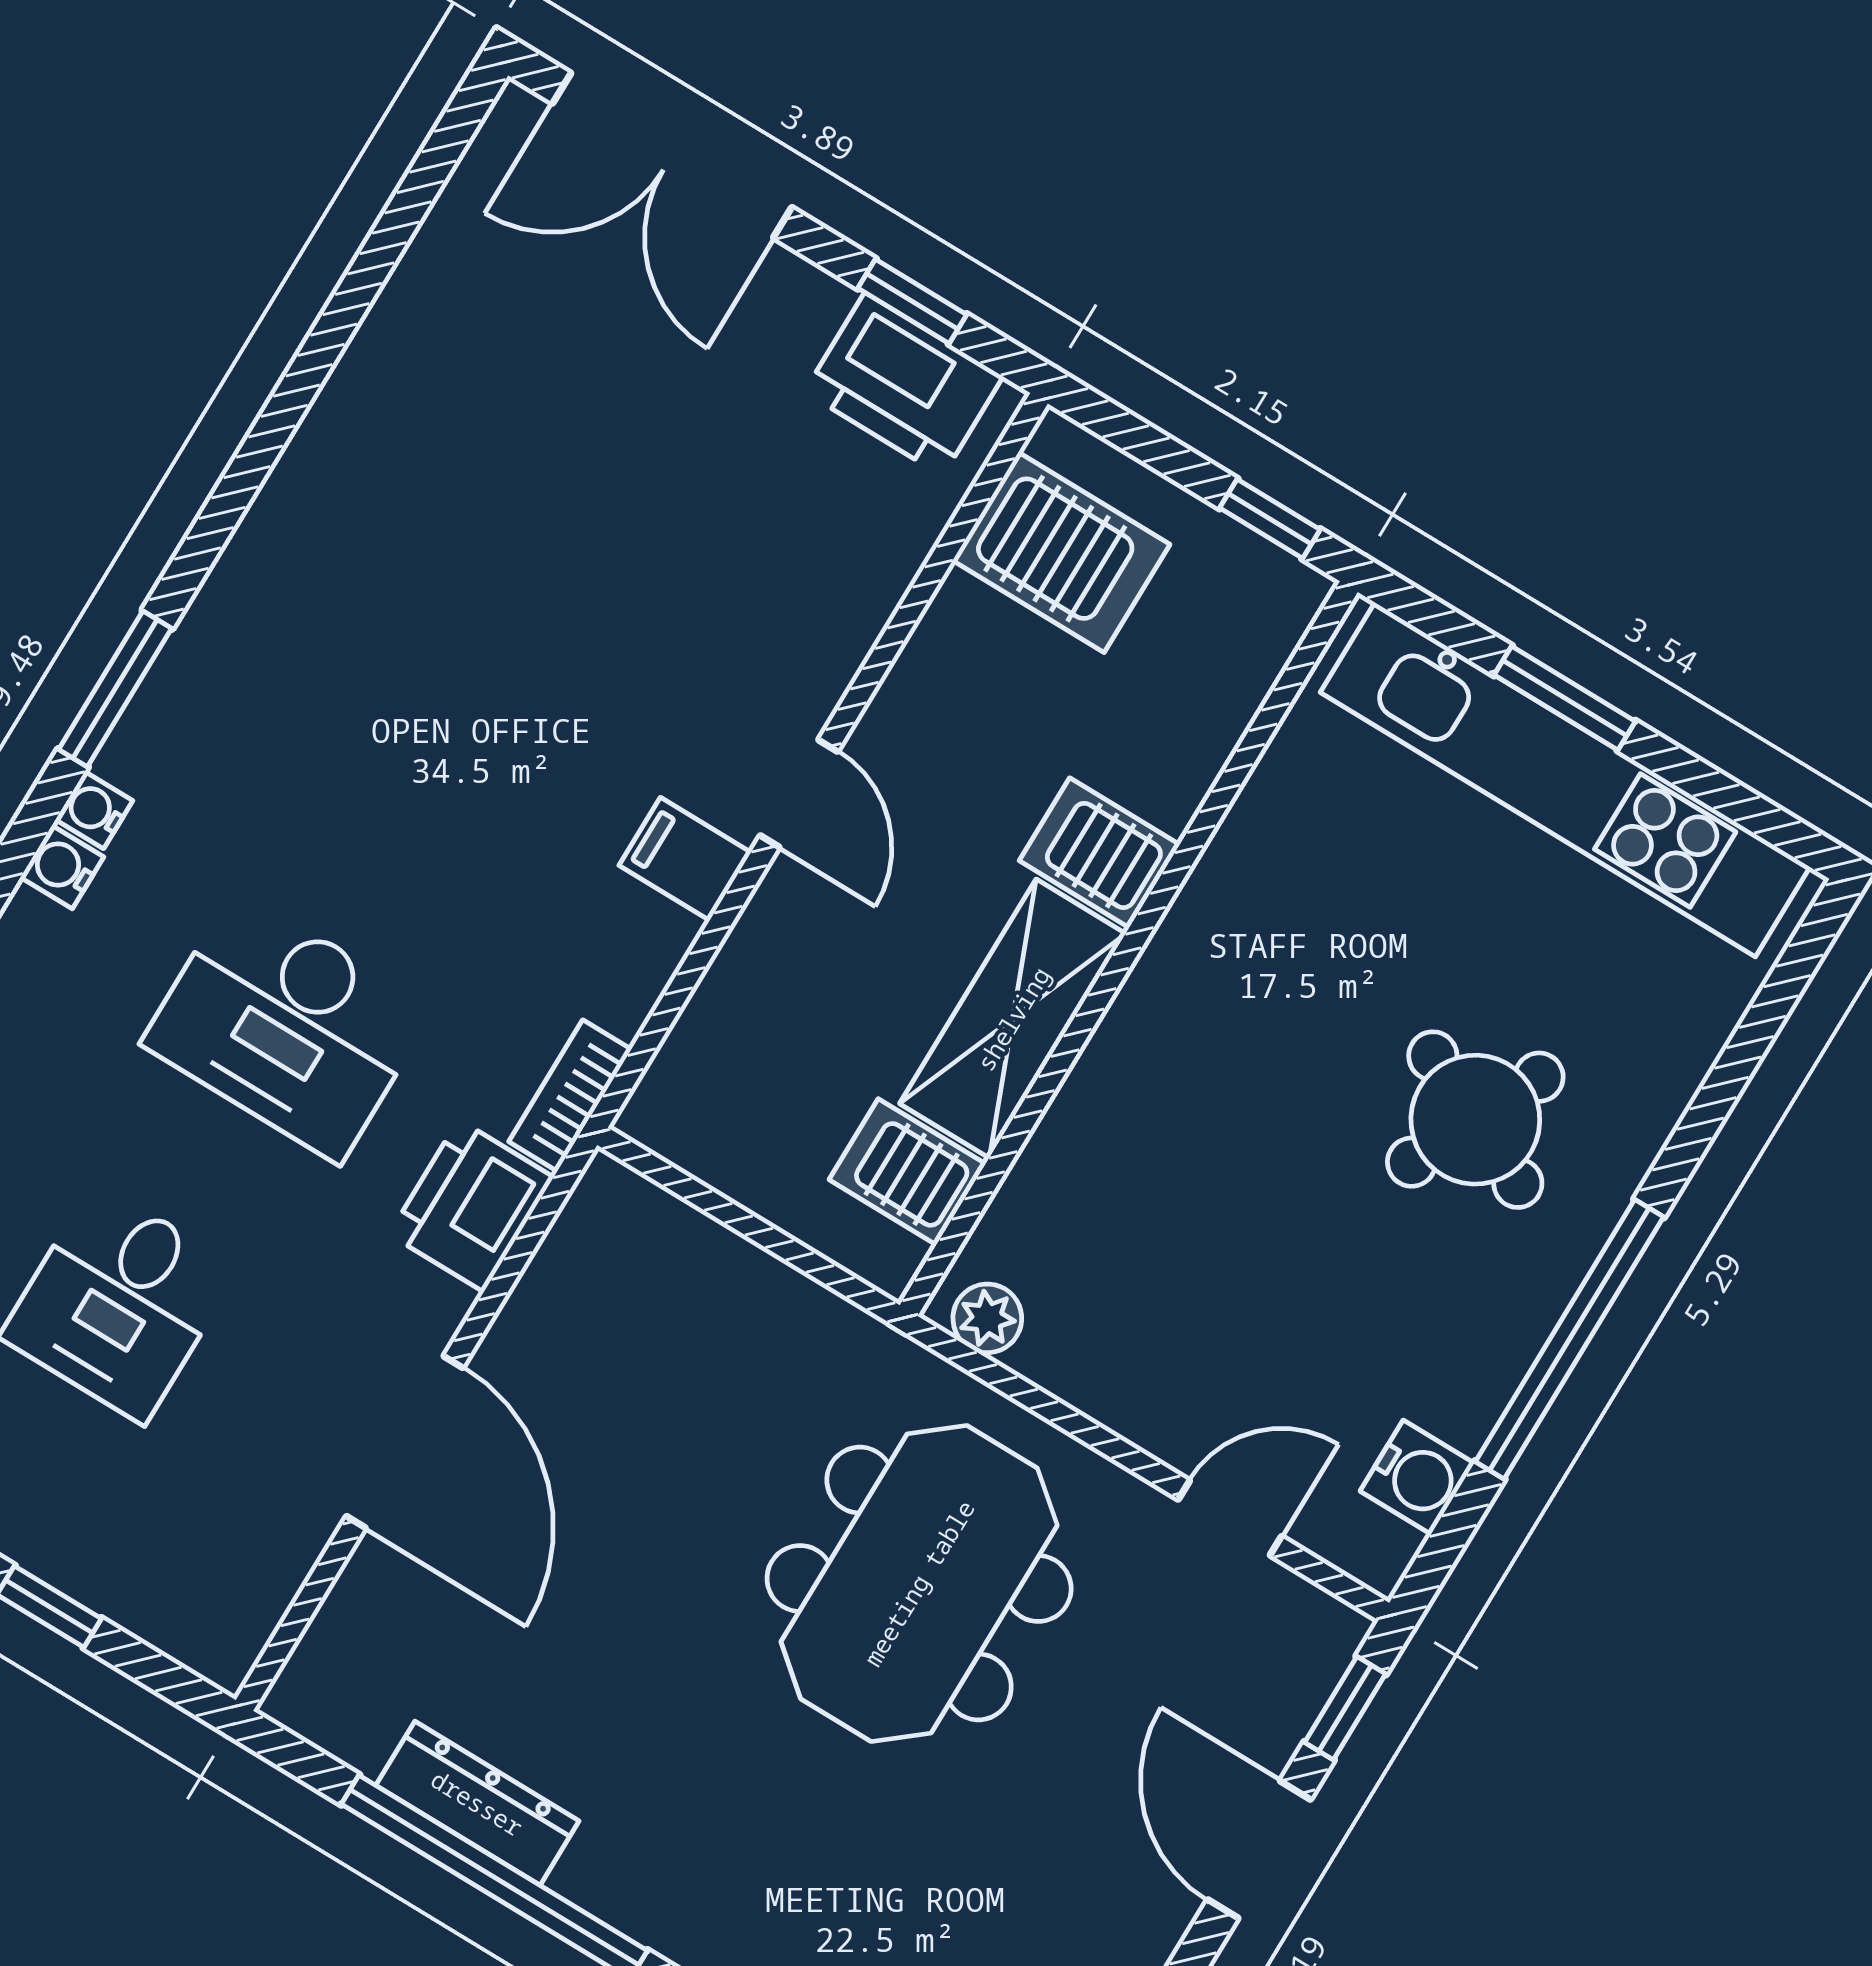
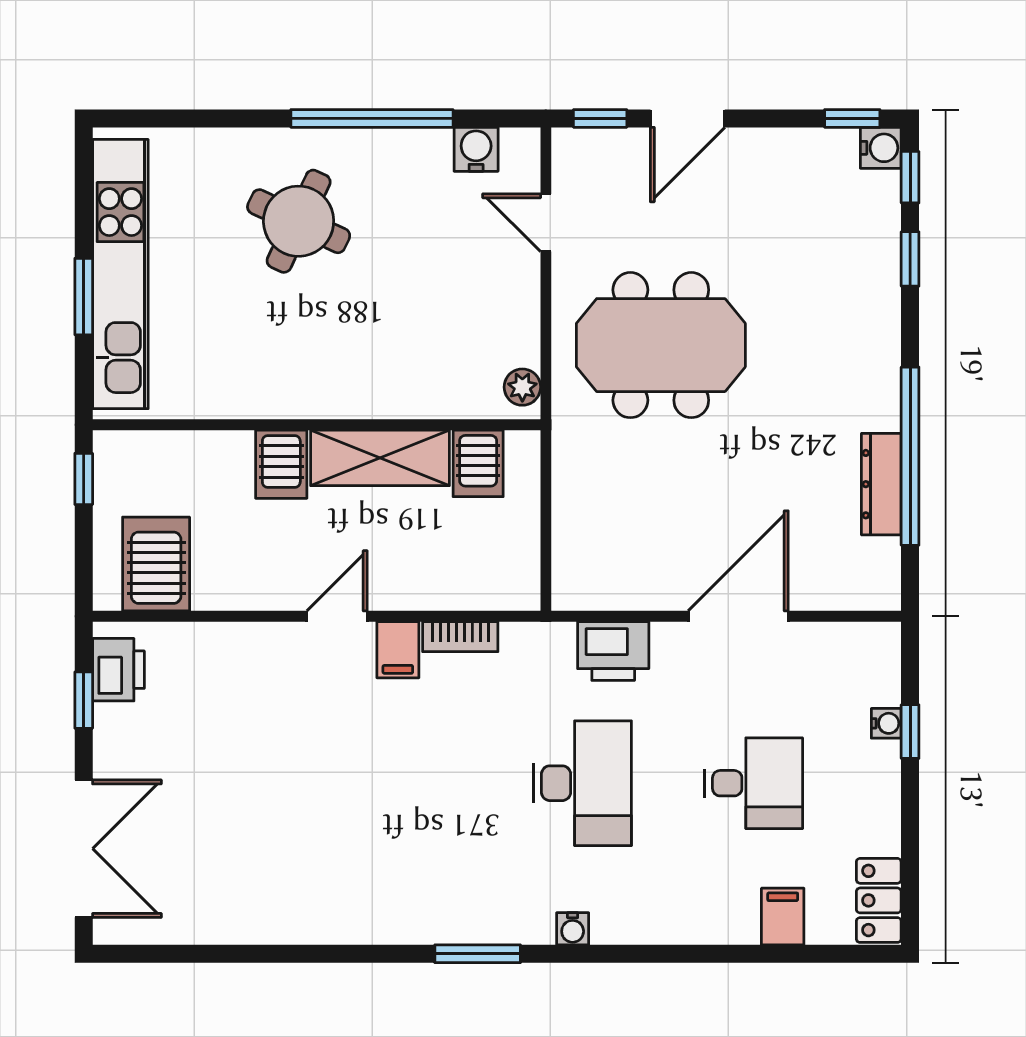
printer: (904, 384) -> (118, 670), width x0.73, depth x0.84
water cooler: (94, 810) -> (886, 723), moved, turned -90
bookcase: (570, 1095) -> (460, 637), moved

